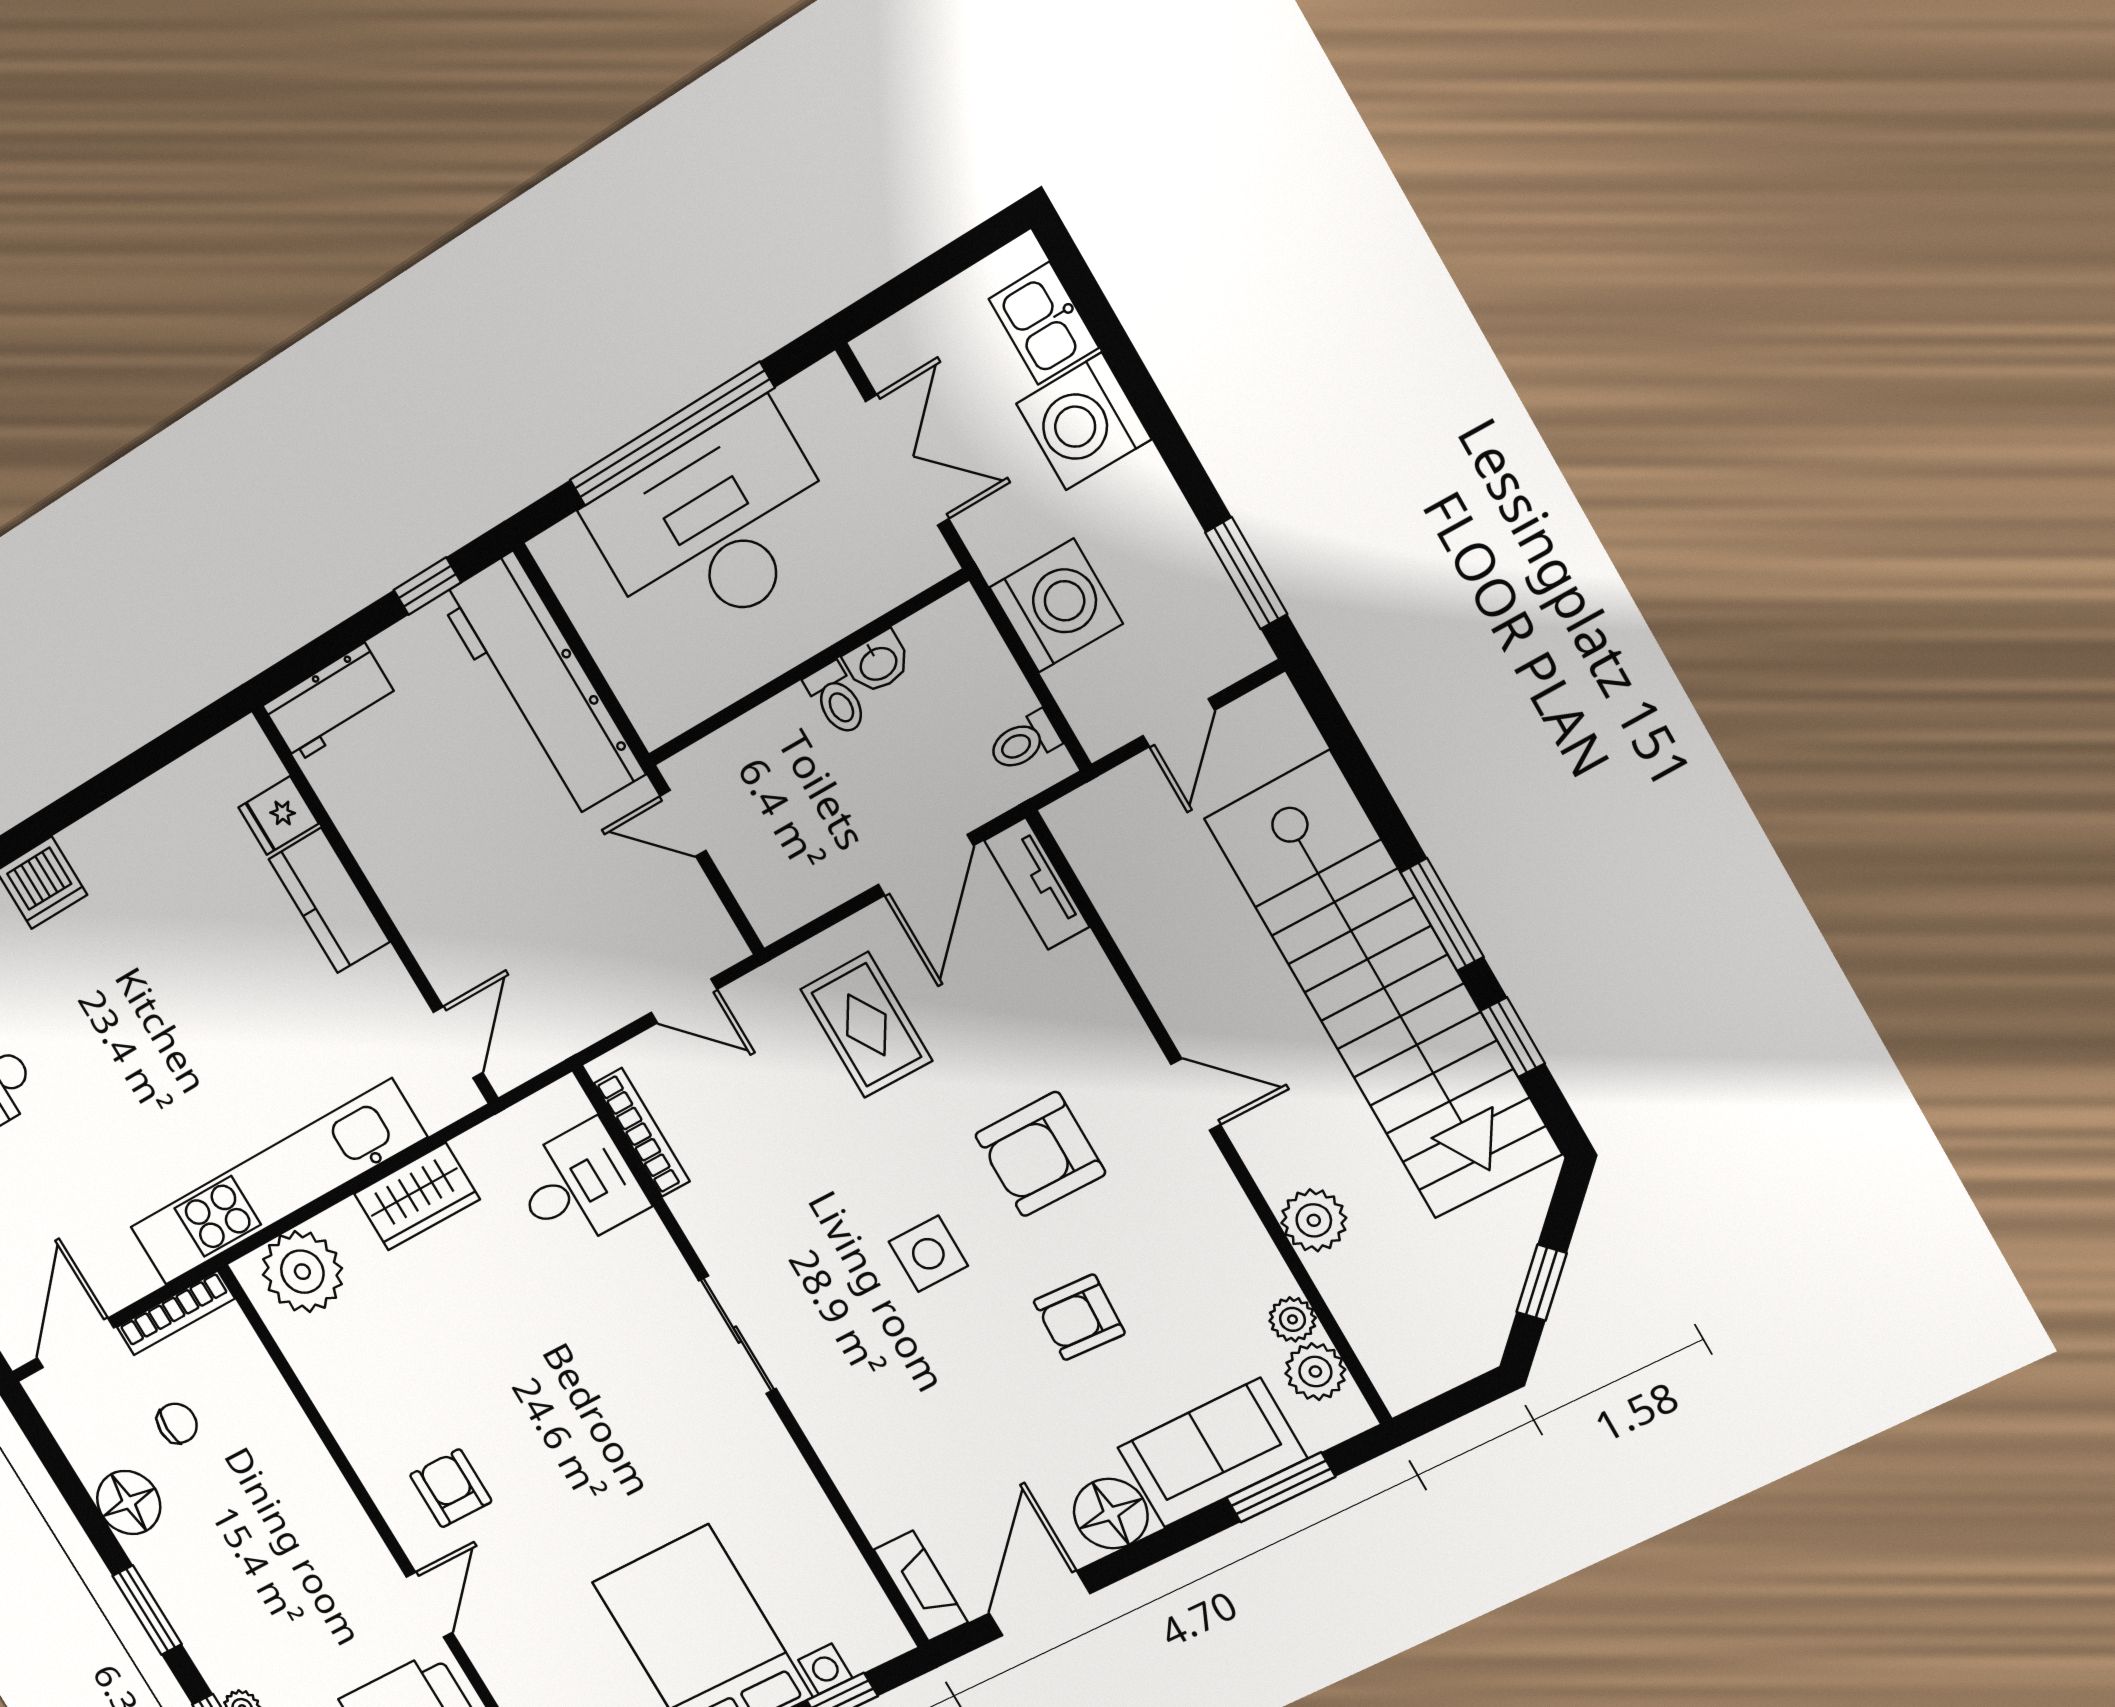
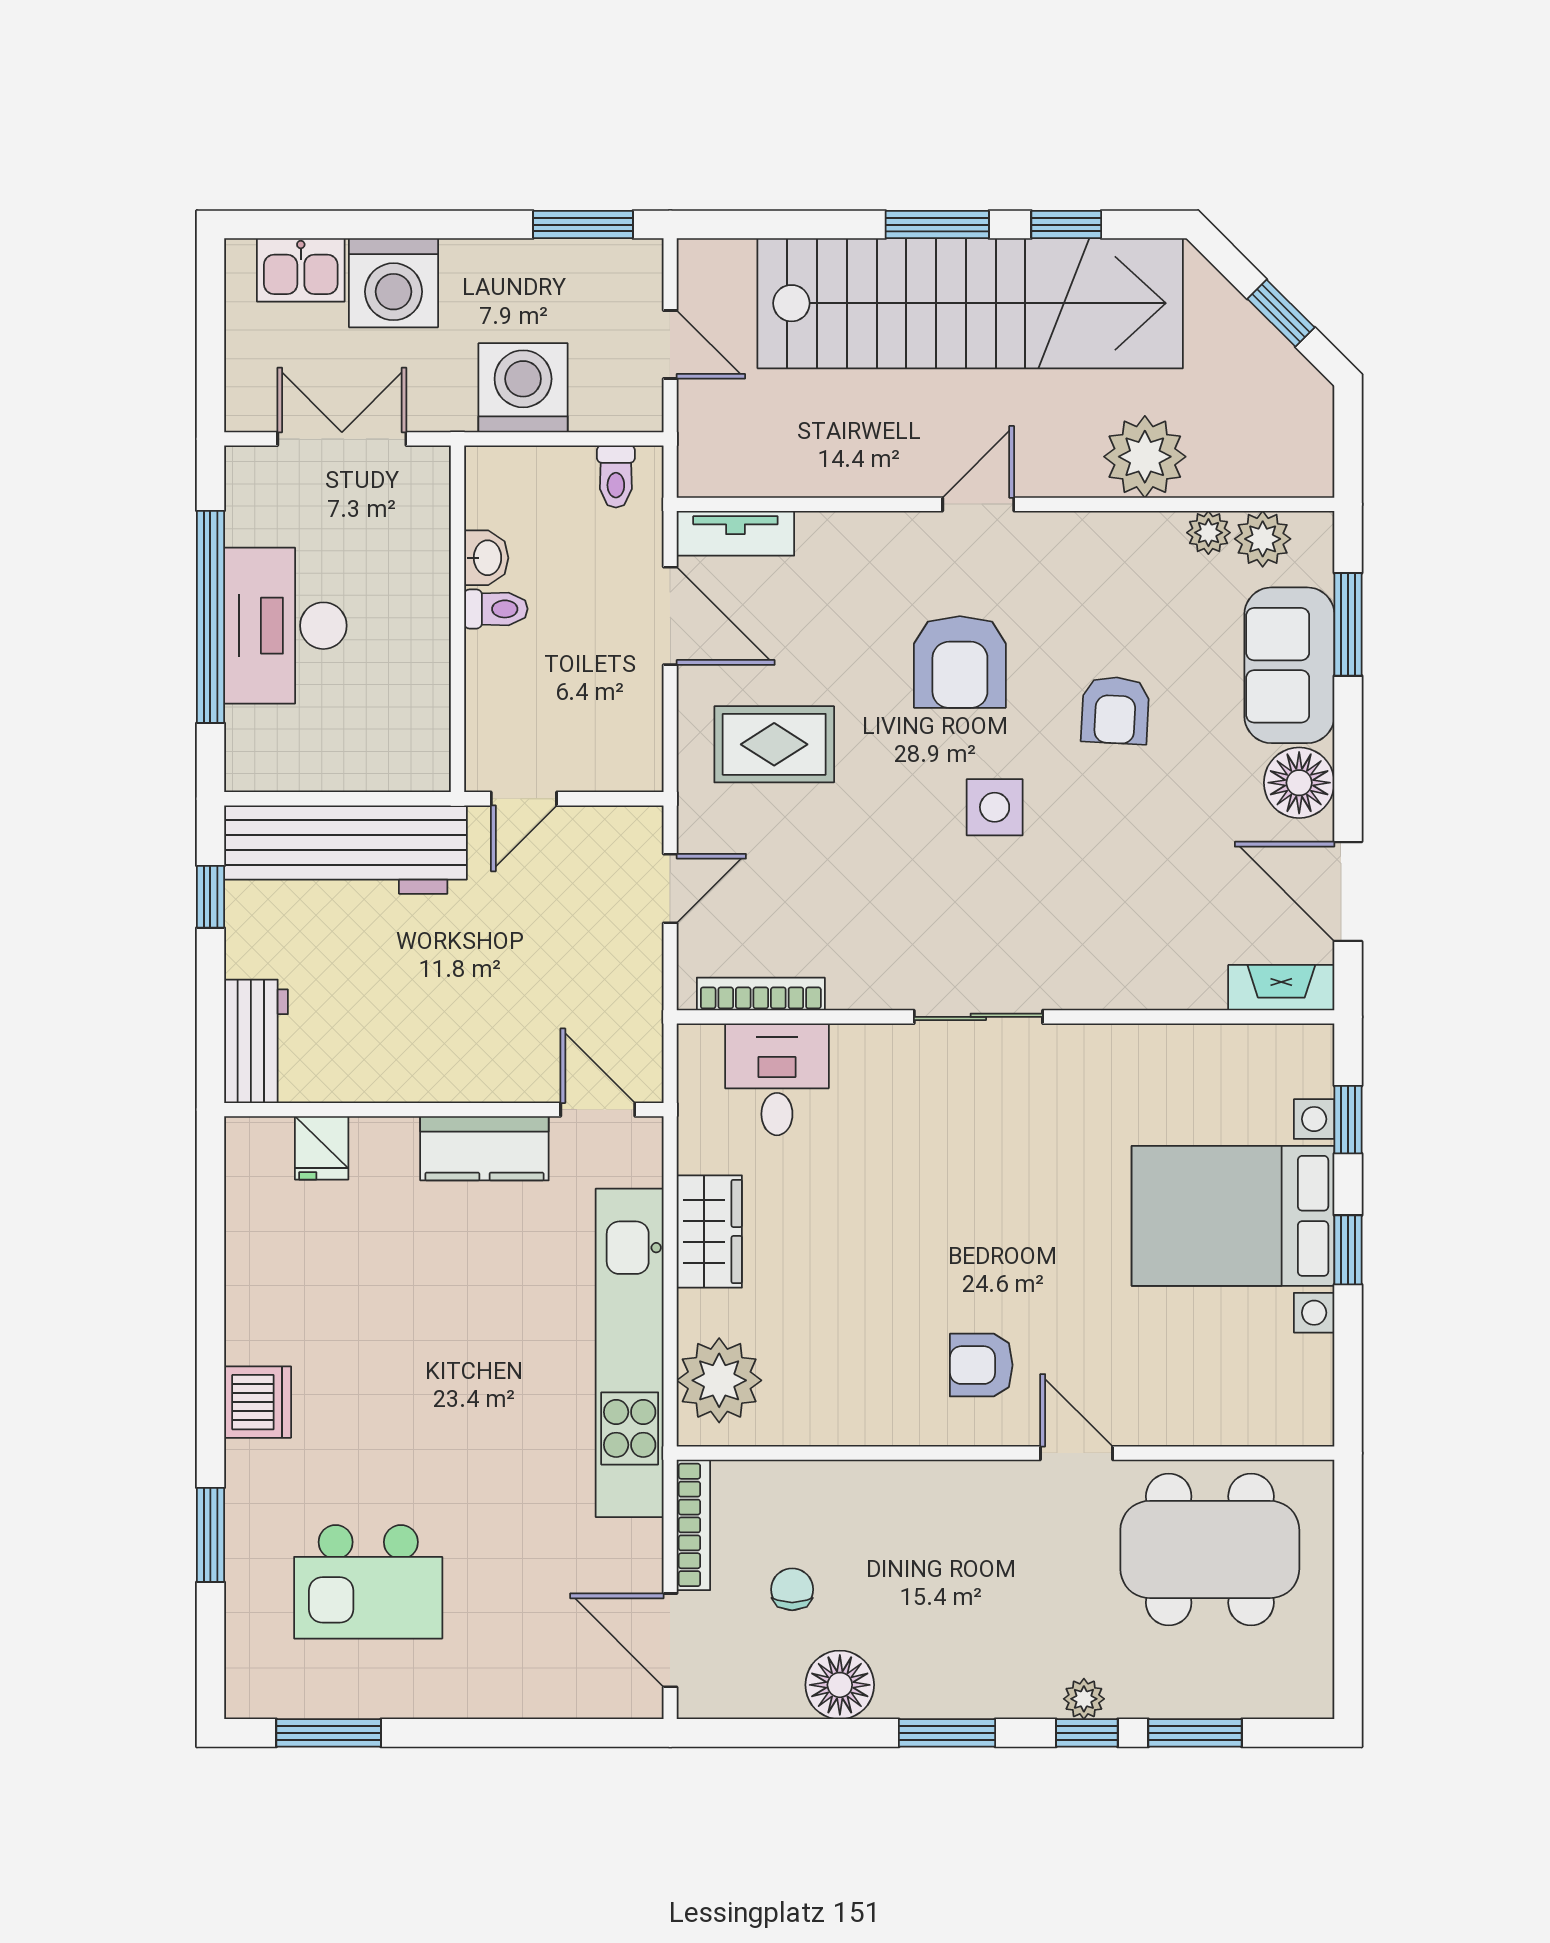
desk: (715, 527) -> (285, 626), width x0.73, depth x0.77
kitchen counter: (329, 900) -> (484, 1148), moved
plant: (1314, 1220) -> (1145, 457), width x1.36, depth x1.36

